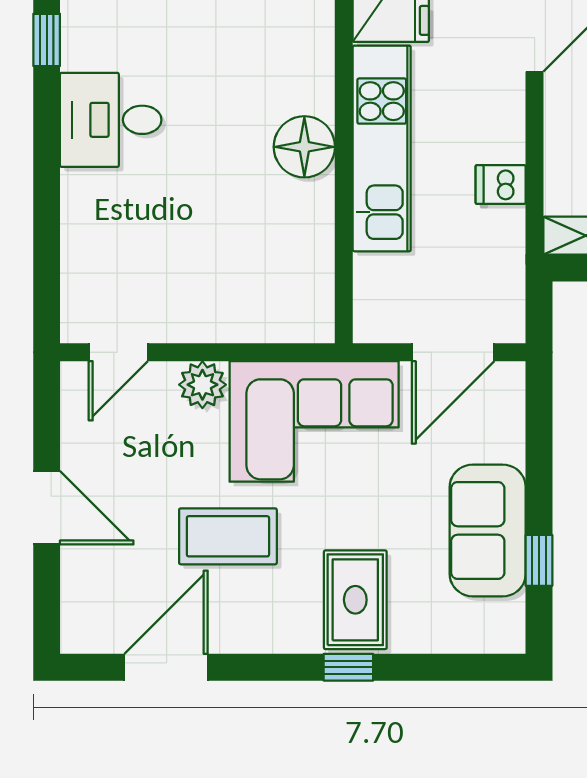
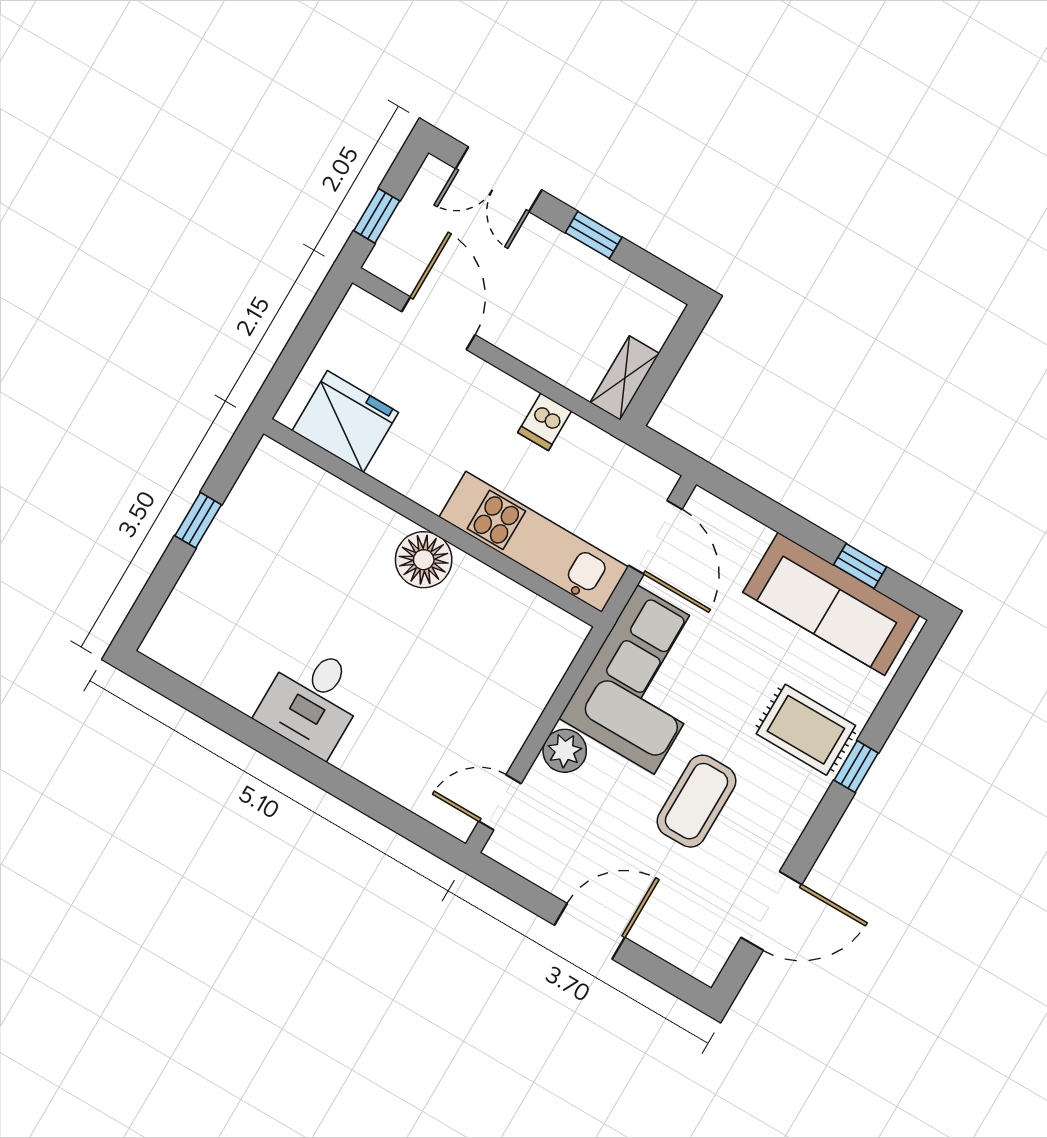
window: (47, 40) -> (219, 714), removed
kitchen unit: (382, 148) -> (534, 542), moved
door: (118, 352) -> (500, 802), swing flipped
sofa: (488, 530) -> (831, 604), width x1.36
door: (166, 667) -> (771, 911), swing flipped

